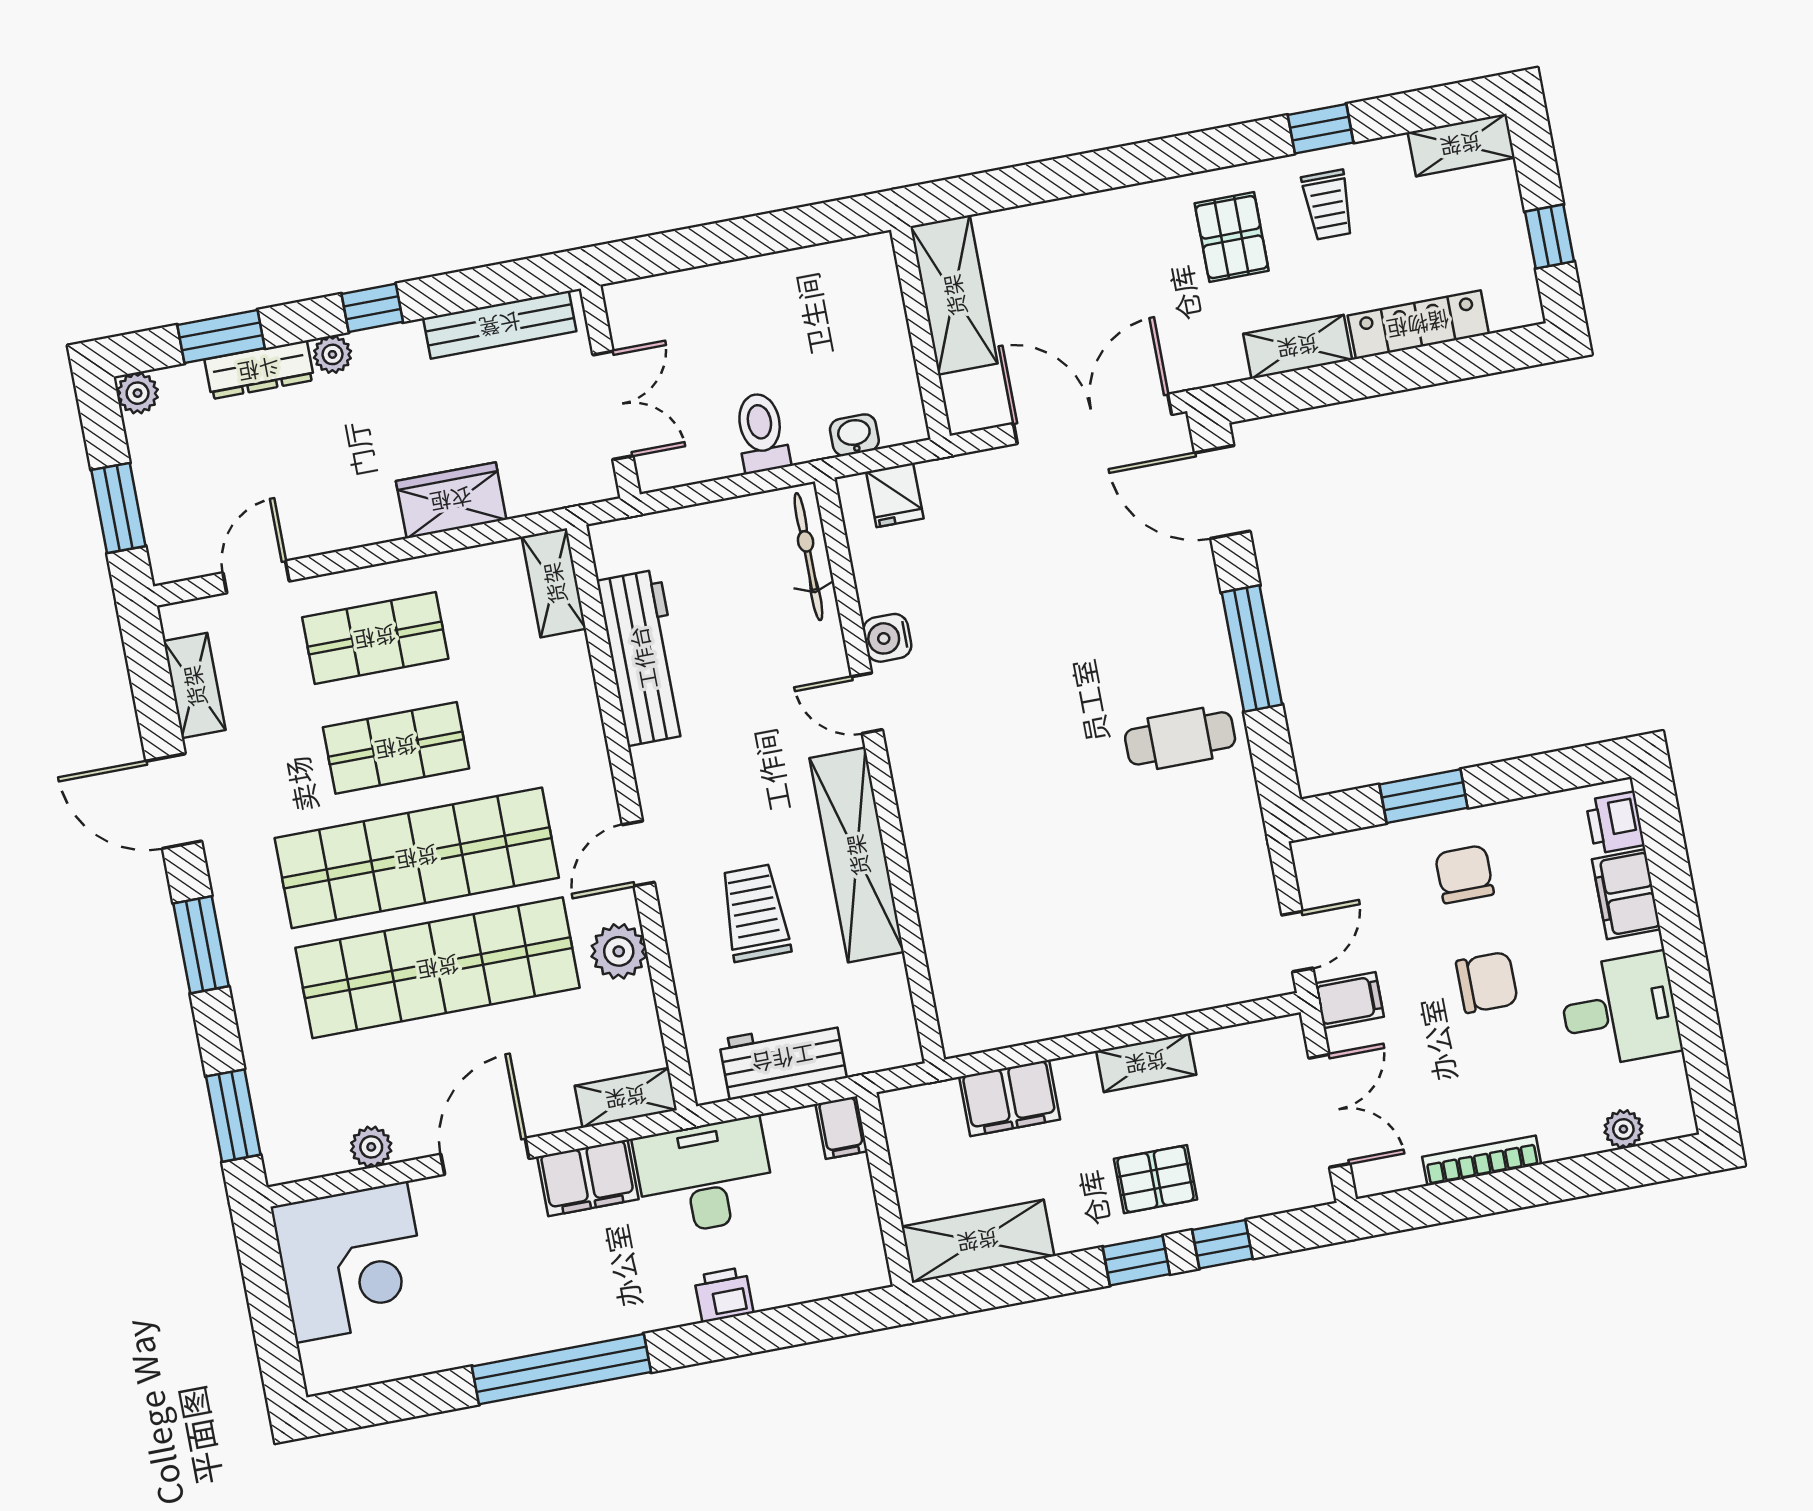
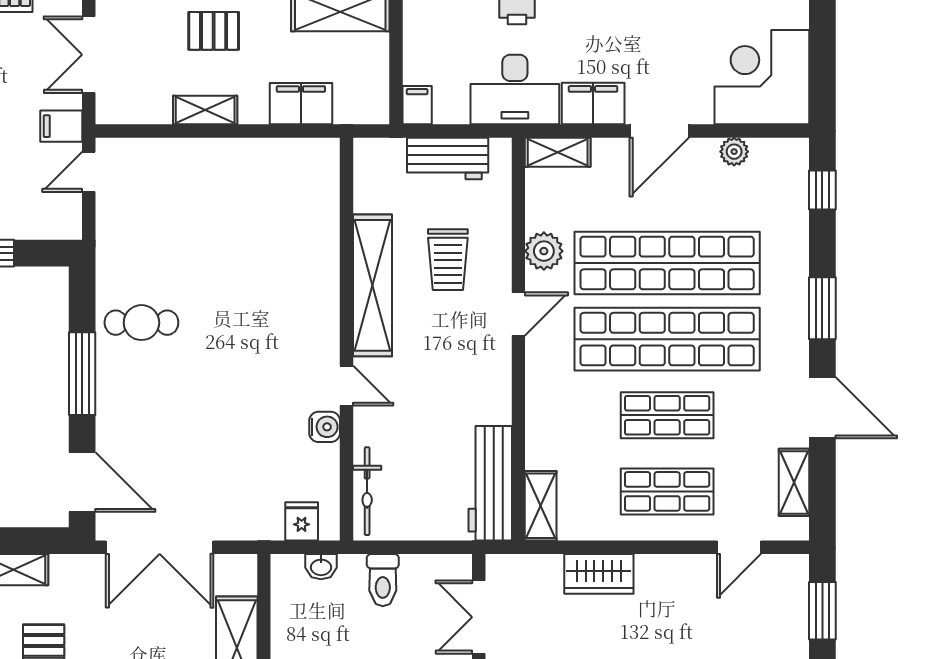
workbench: (643, 658) -> (490, 483), moved
window: (233, 1116) -> (822, 190), width x0.67

